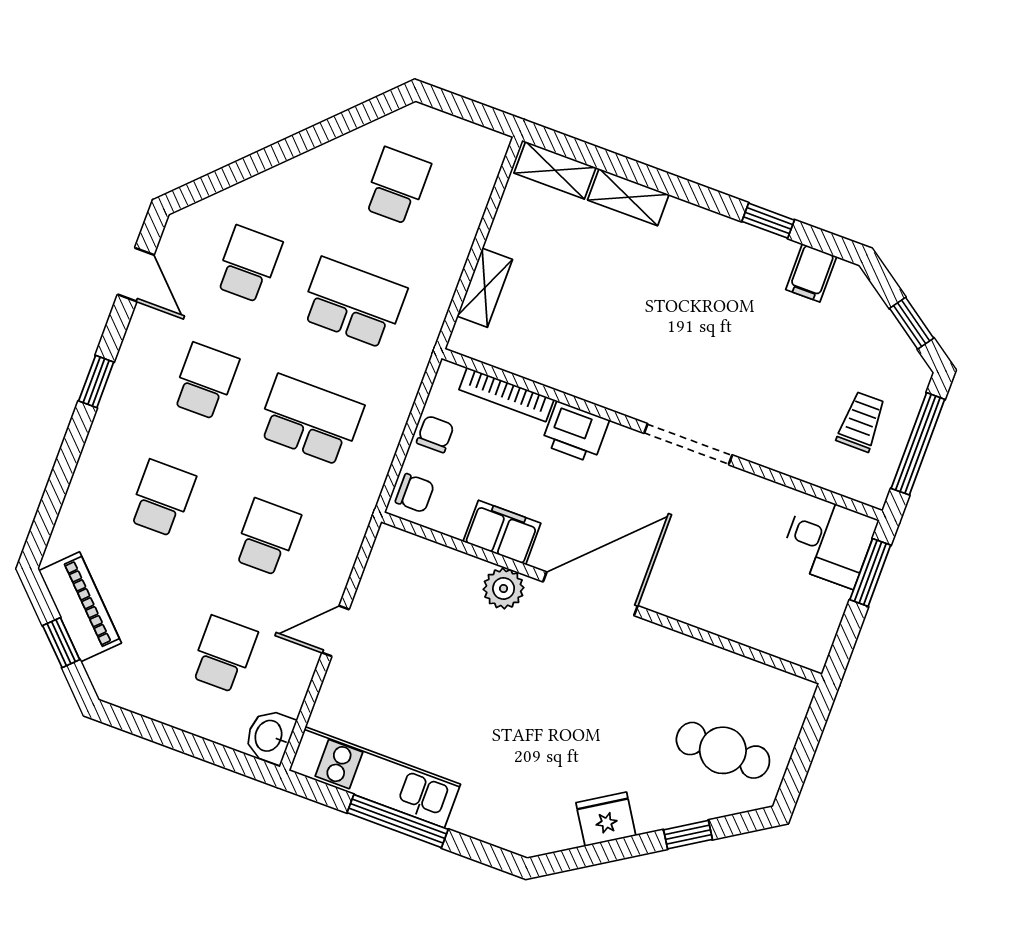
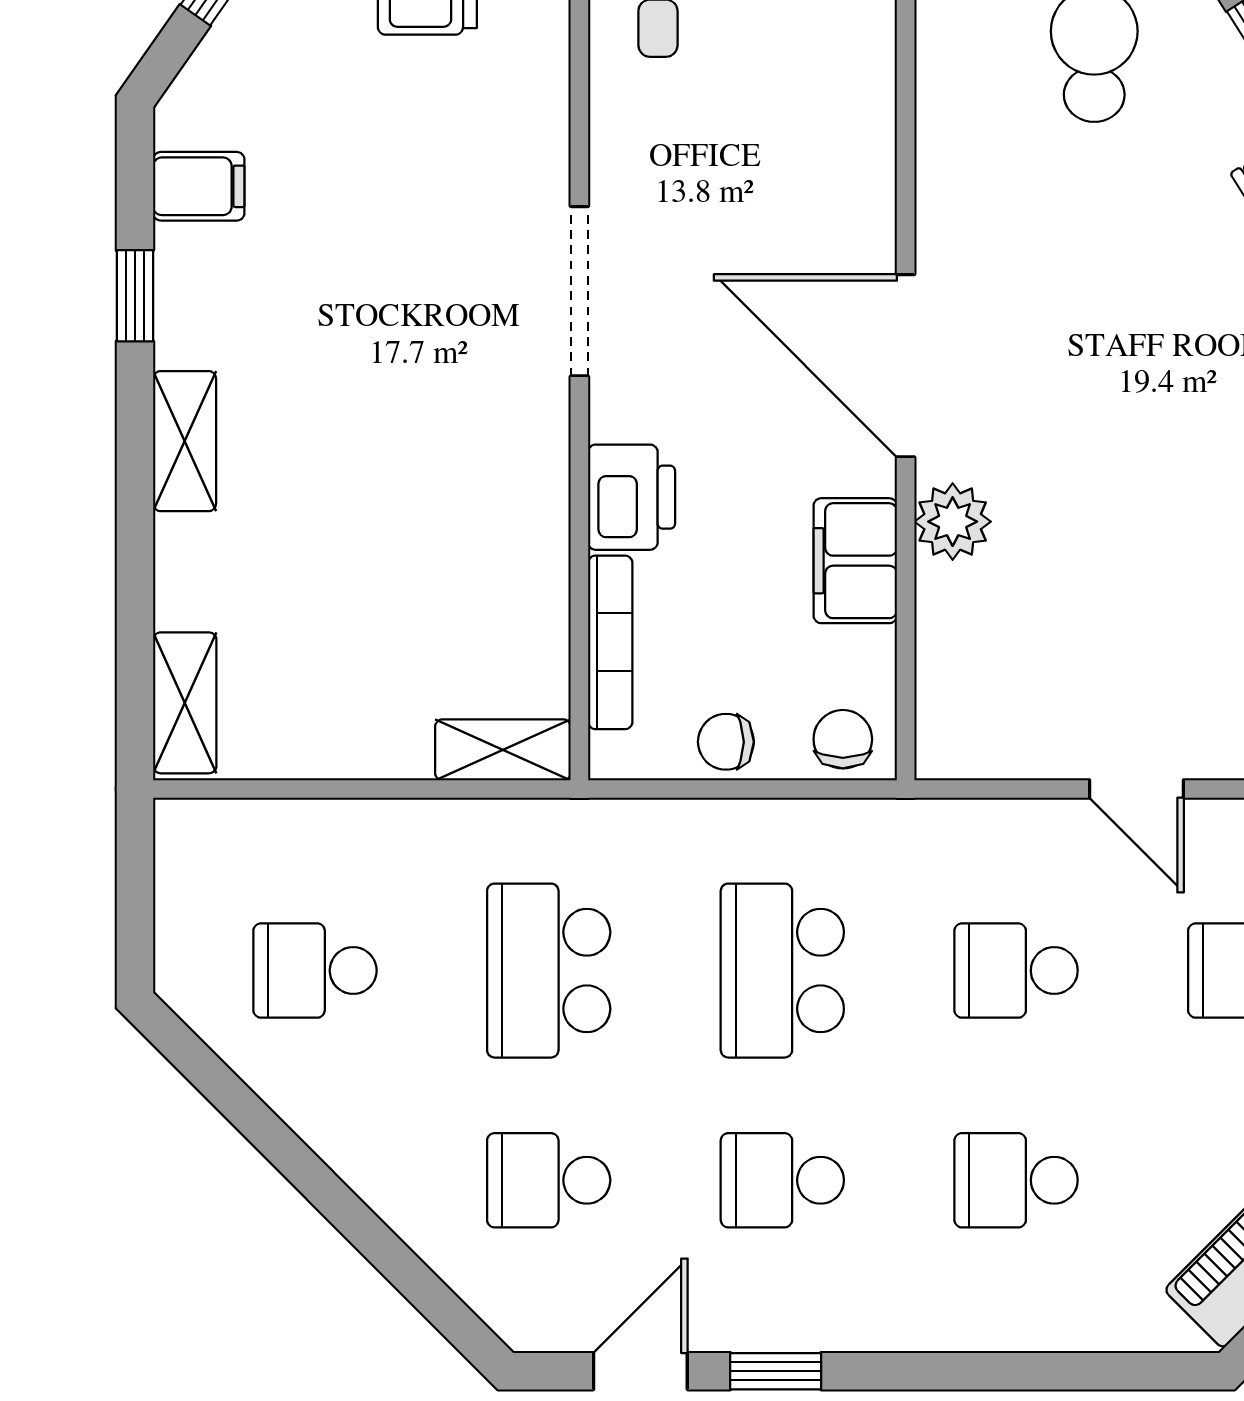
shelving: (628, 197) -> (185, 441), moved
shelving: (485, 288) -> (503, 750), moved
window: (96, 381) -> (776, 1371), moved

